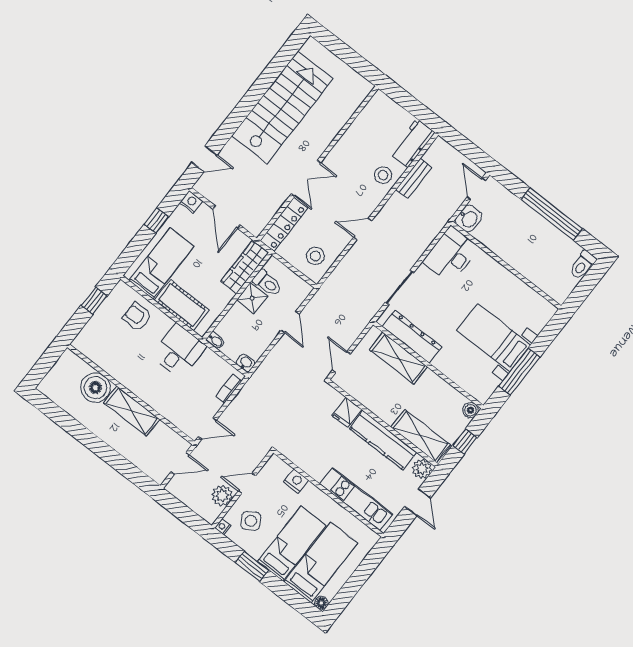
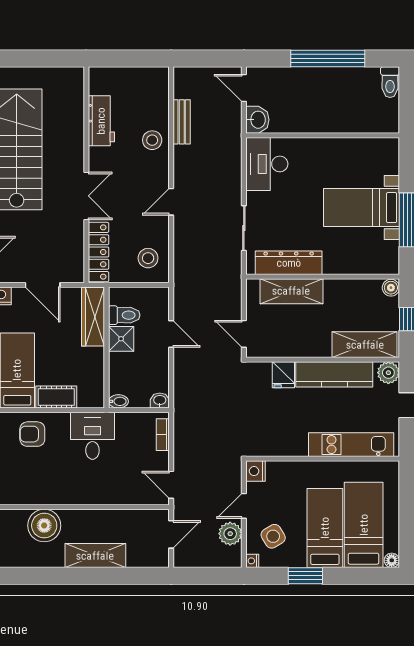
workbench: (412, 143) -> (101, 121), moved, turned 180
cot: (182, 305) -> (56, 397), width x0.73, depth x0.75
shelving: (132, 411) -> (95, 556), moved
door: (207, 429) -> (171, 485), swing flipped
nightstand: (296, 481) -> (256, 471), moved, turned -90

